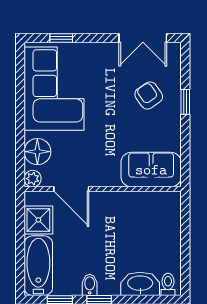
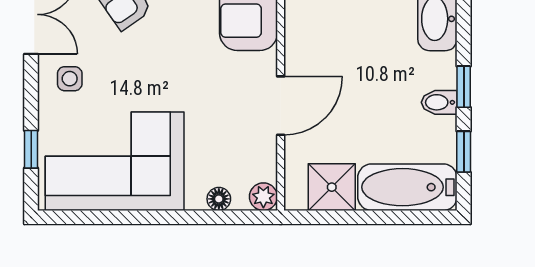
side table: (104, 61) -> (70, 79), added
floor lamp: (37, 152) -> (219, 199), width x0.53, depth x0.53
door: (71, 189) -> (281, 106), moved

